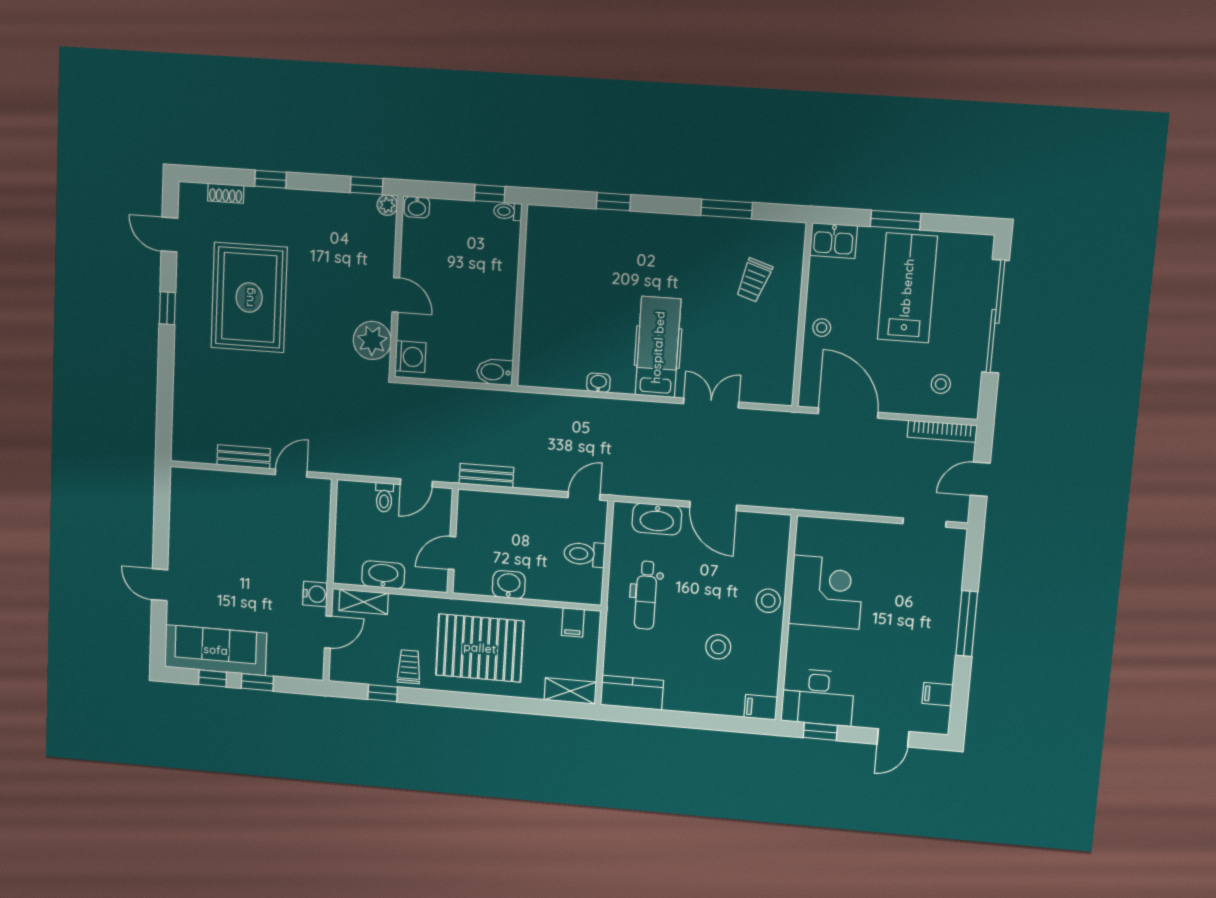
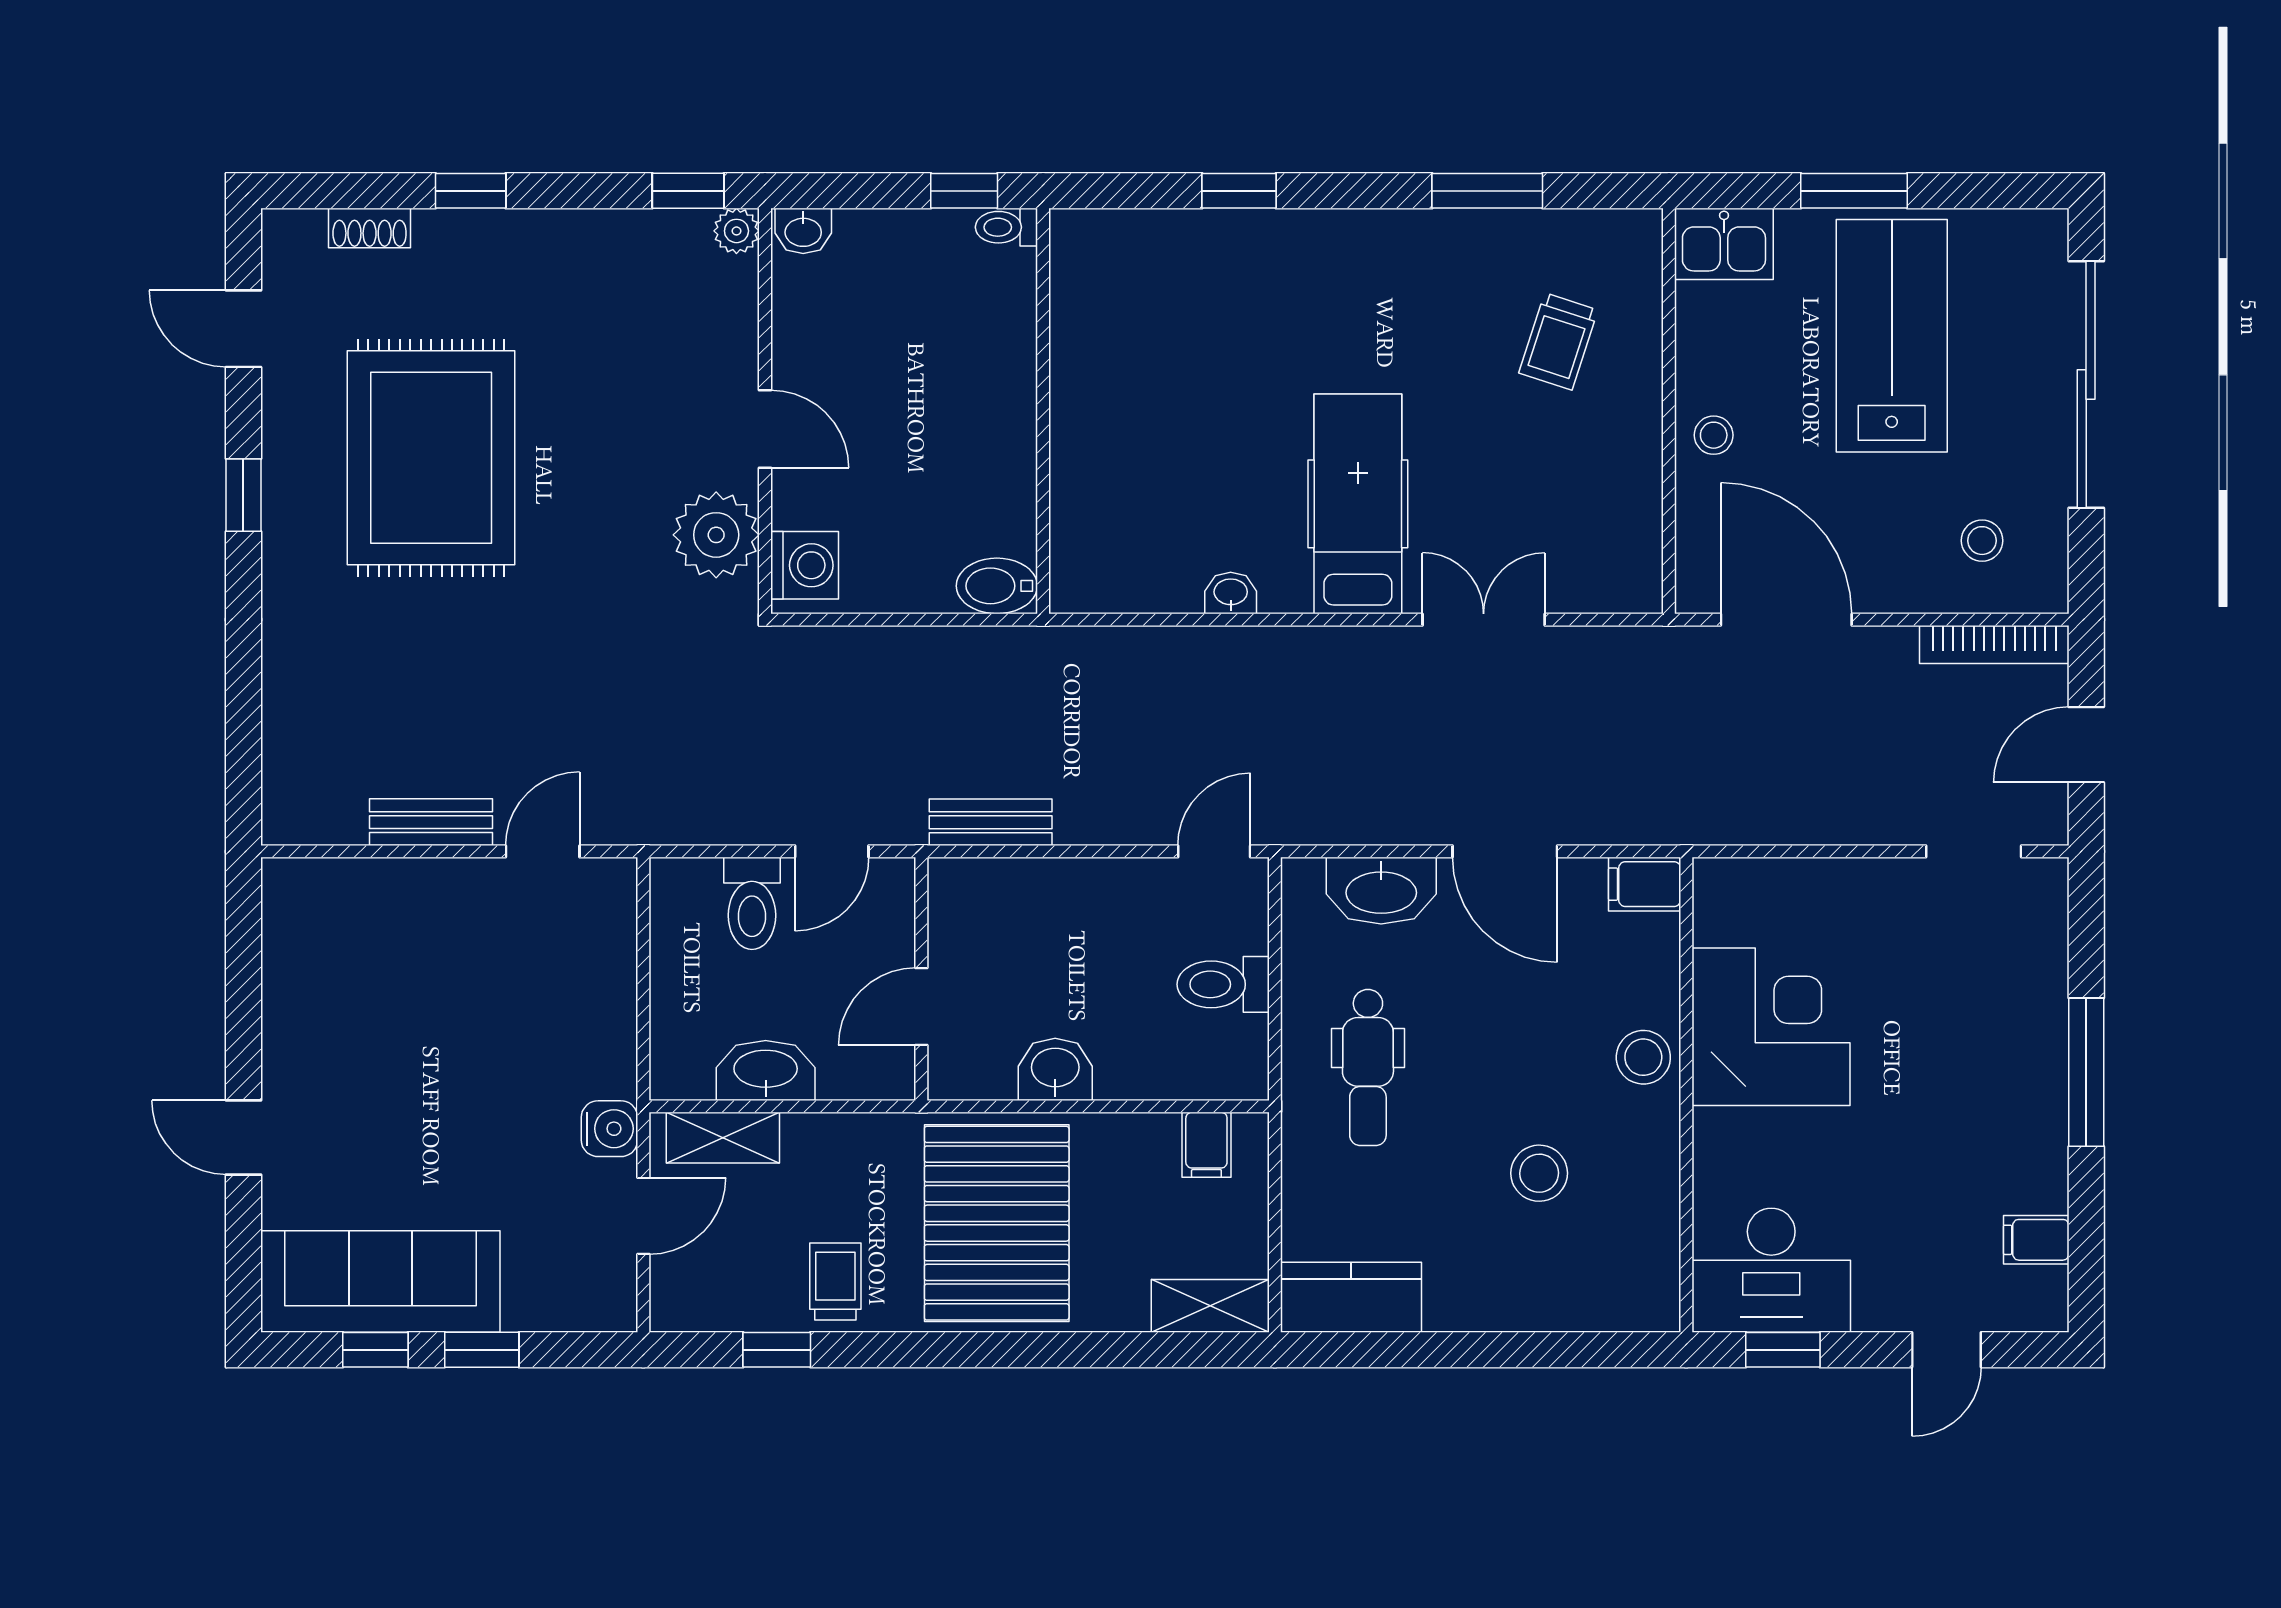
toilet: (384, 497) -> (752, 903), width x1.37, depth x1.39
pallet: (480, 648) -> (997, 1223), turned 90
filing cabinet: (761, 707) -> (1645, 884), moved

